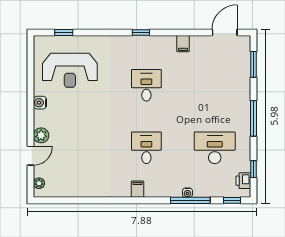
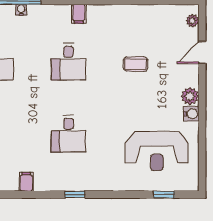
reception desk: (70, 70) -> (157, 151), turned 180
plant: (41, 135) -> (190, 96), moved
coffee table: (88, 146) -> (136, 64), added

